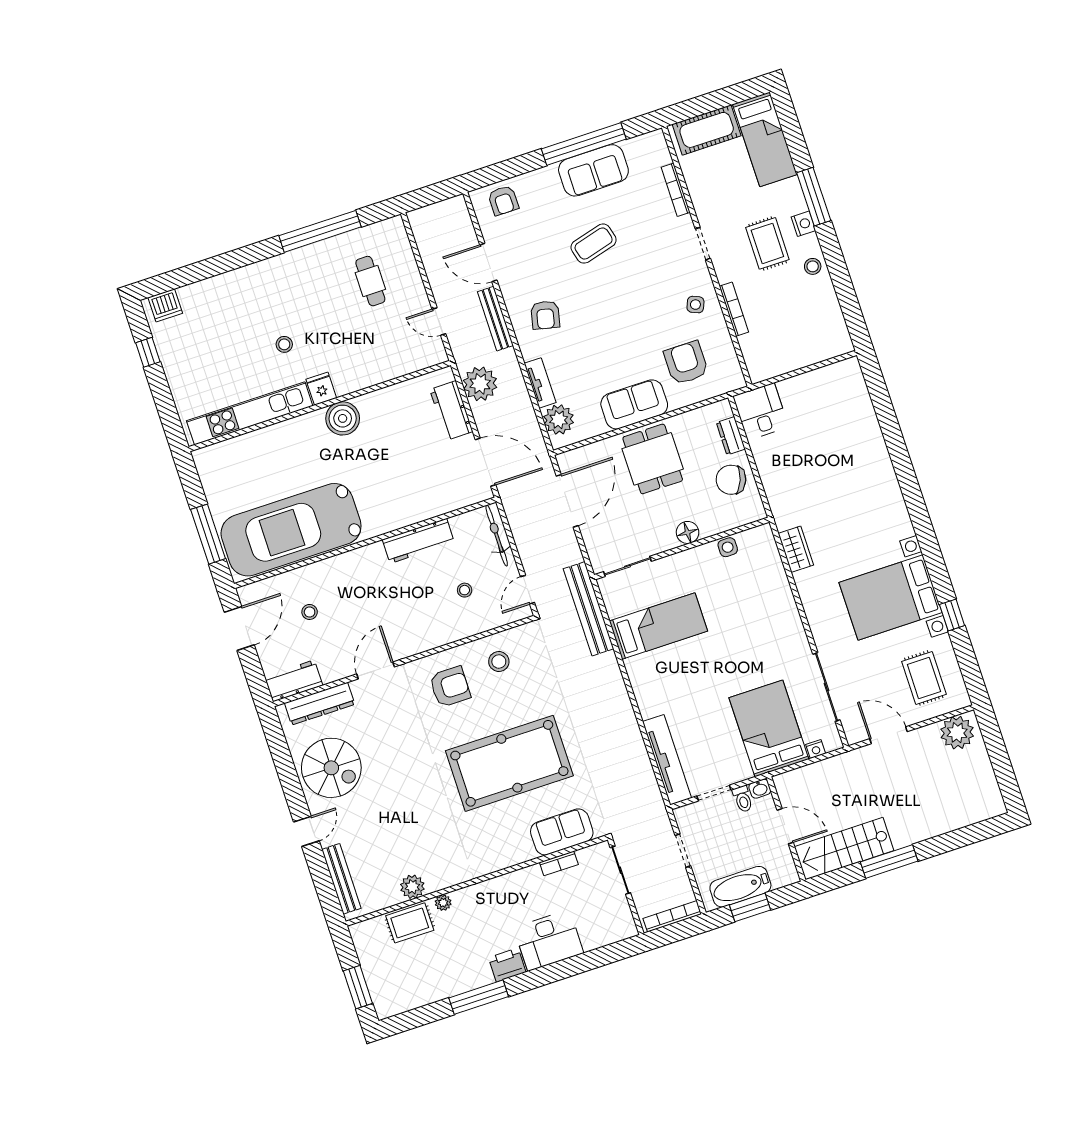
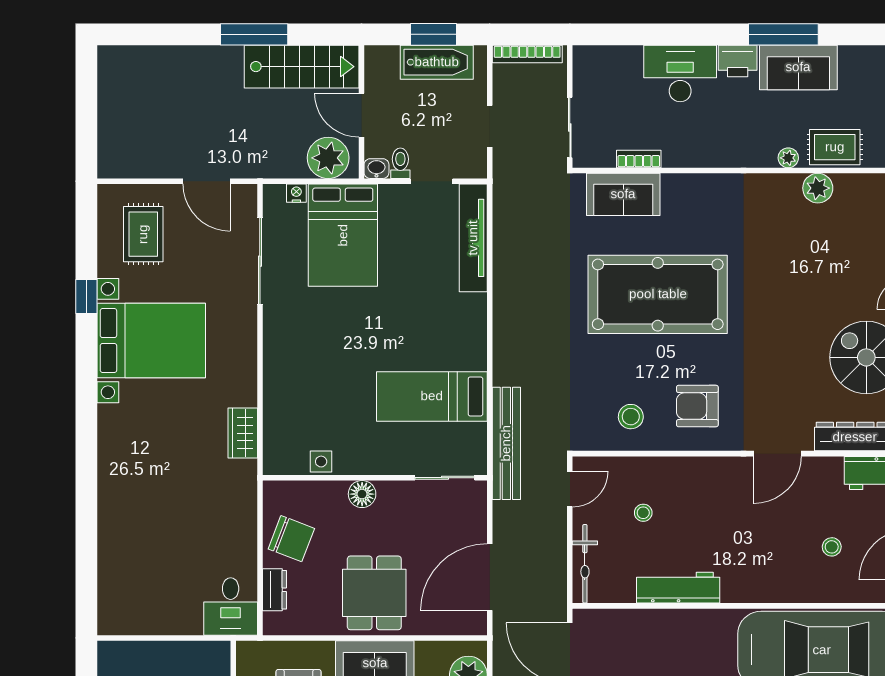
plant: (957, 733) -> (328, 158), moved
sofa: (458, 975) -> (798, 67), added

